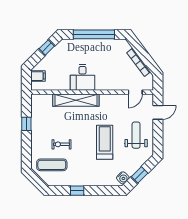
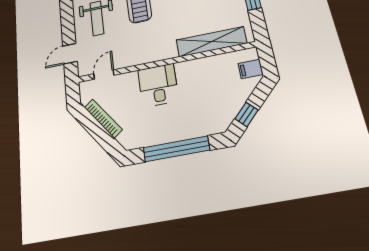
desk: (82, 77) -> (158, 85), moved
shelving: (76, 100) -> (211, 42), moved

